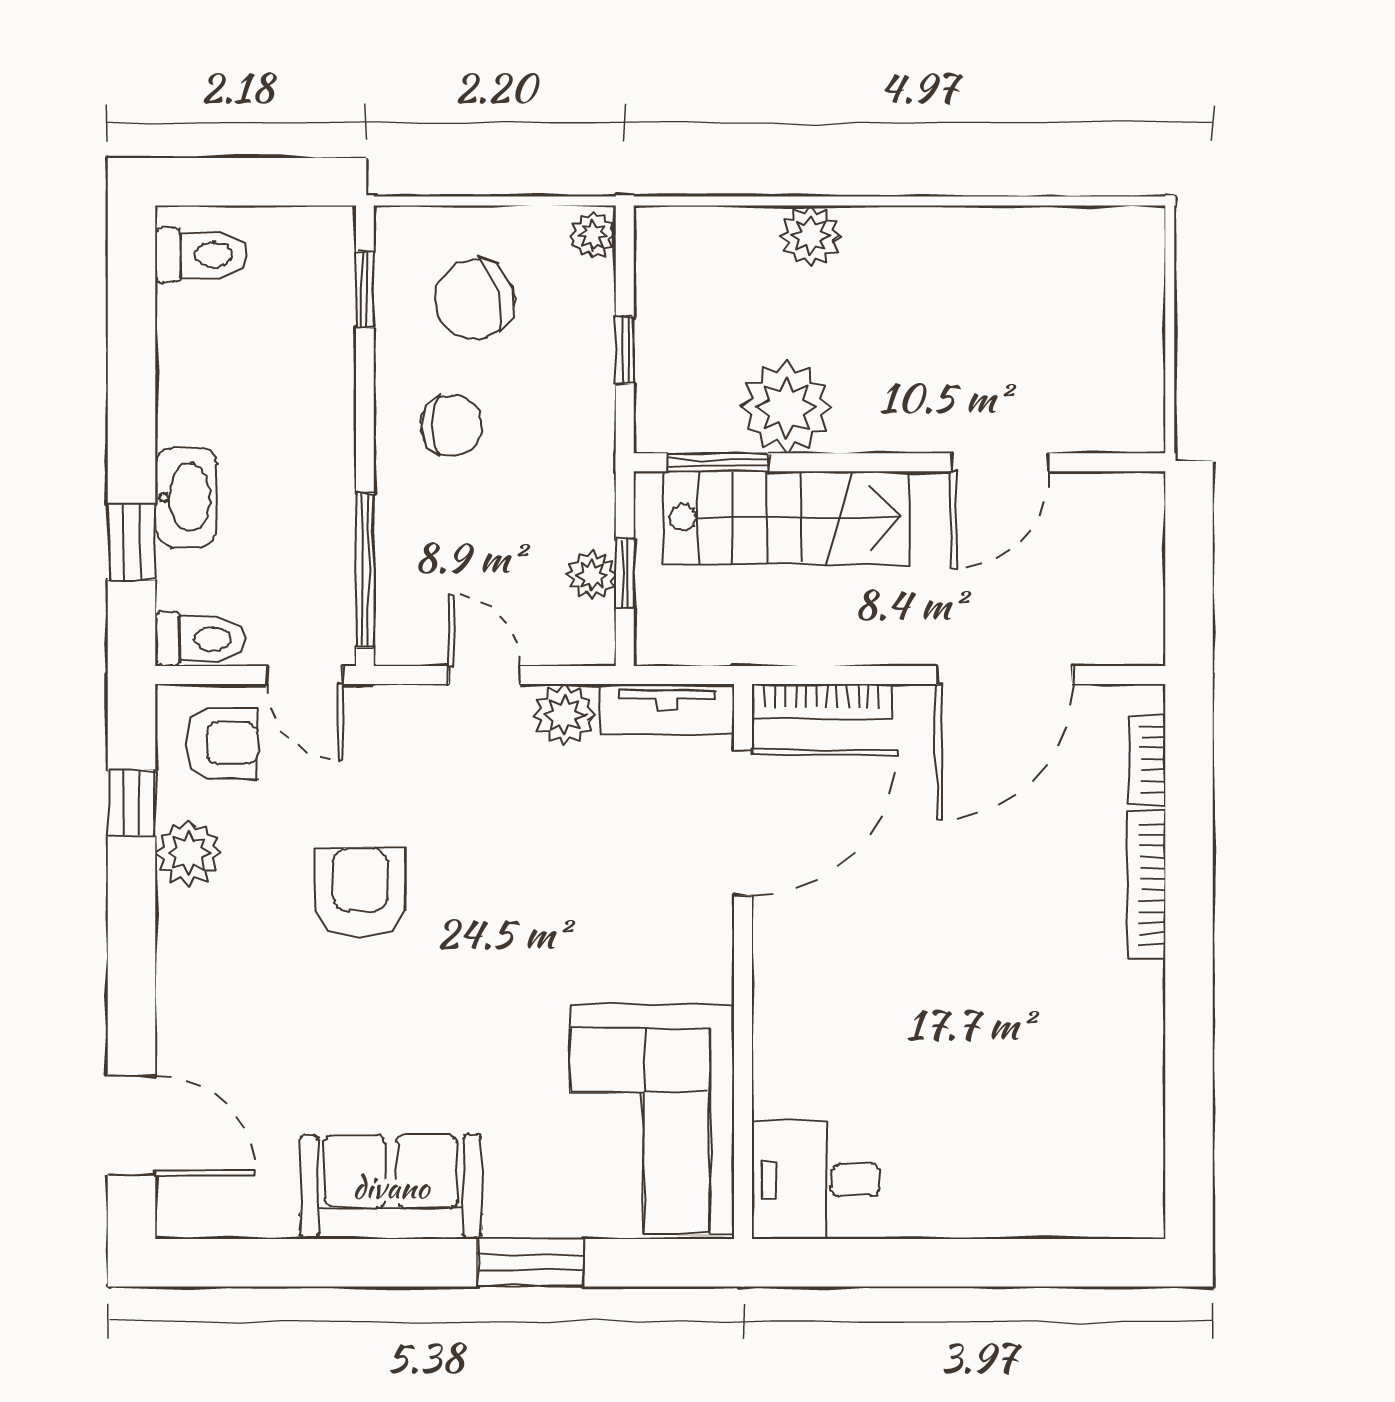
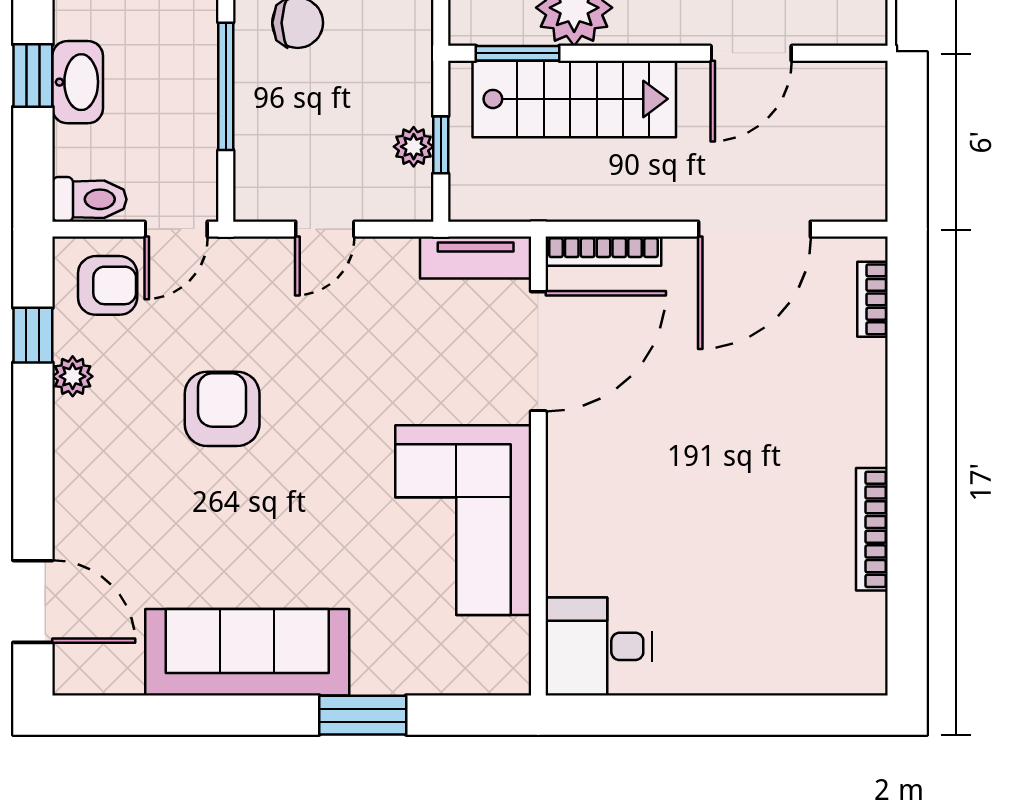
window: (132, 542) -> (33, 76), moved
window: (365, 570) -> (226, 86), moved
door: (305, 675) -> (176, 229), hinge flipped
door: (485, 675) -> (325, 229), swing flipped
plant: (564, 715) -> (391, 262), removed
plant: (189, 853) -> (73, 376), width x0.73, depth x0.73
bookcase: (1146, 884) -> (872, 529), moved
corner sofa: (652, 1120) -> (463, 520), moved
sofa: (391, 1187) -> (247, 652), width x1.36

